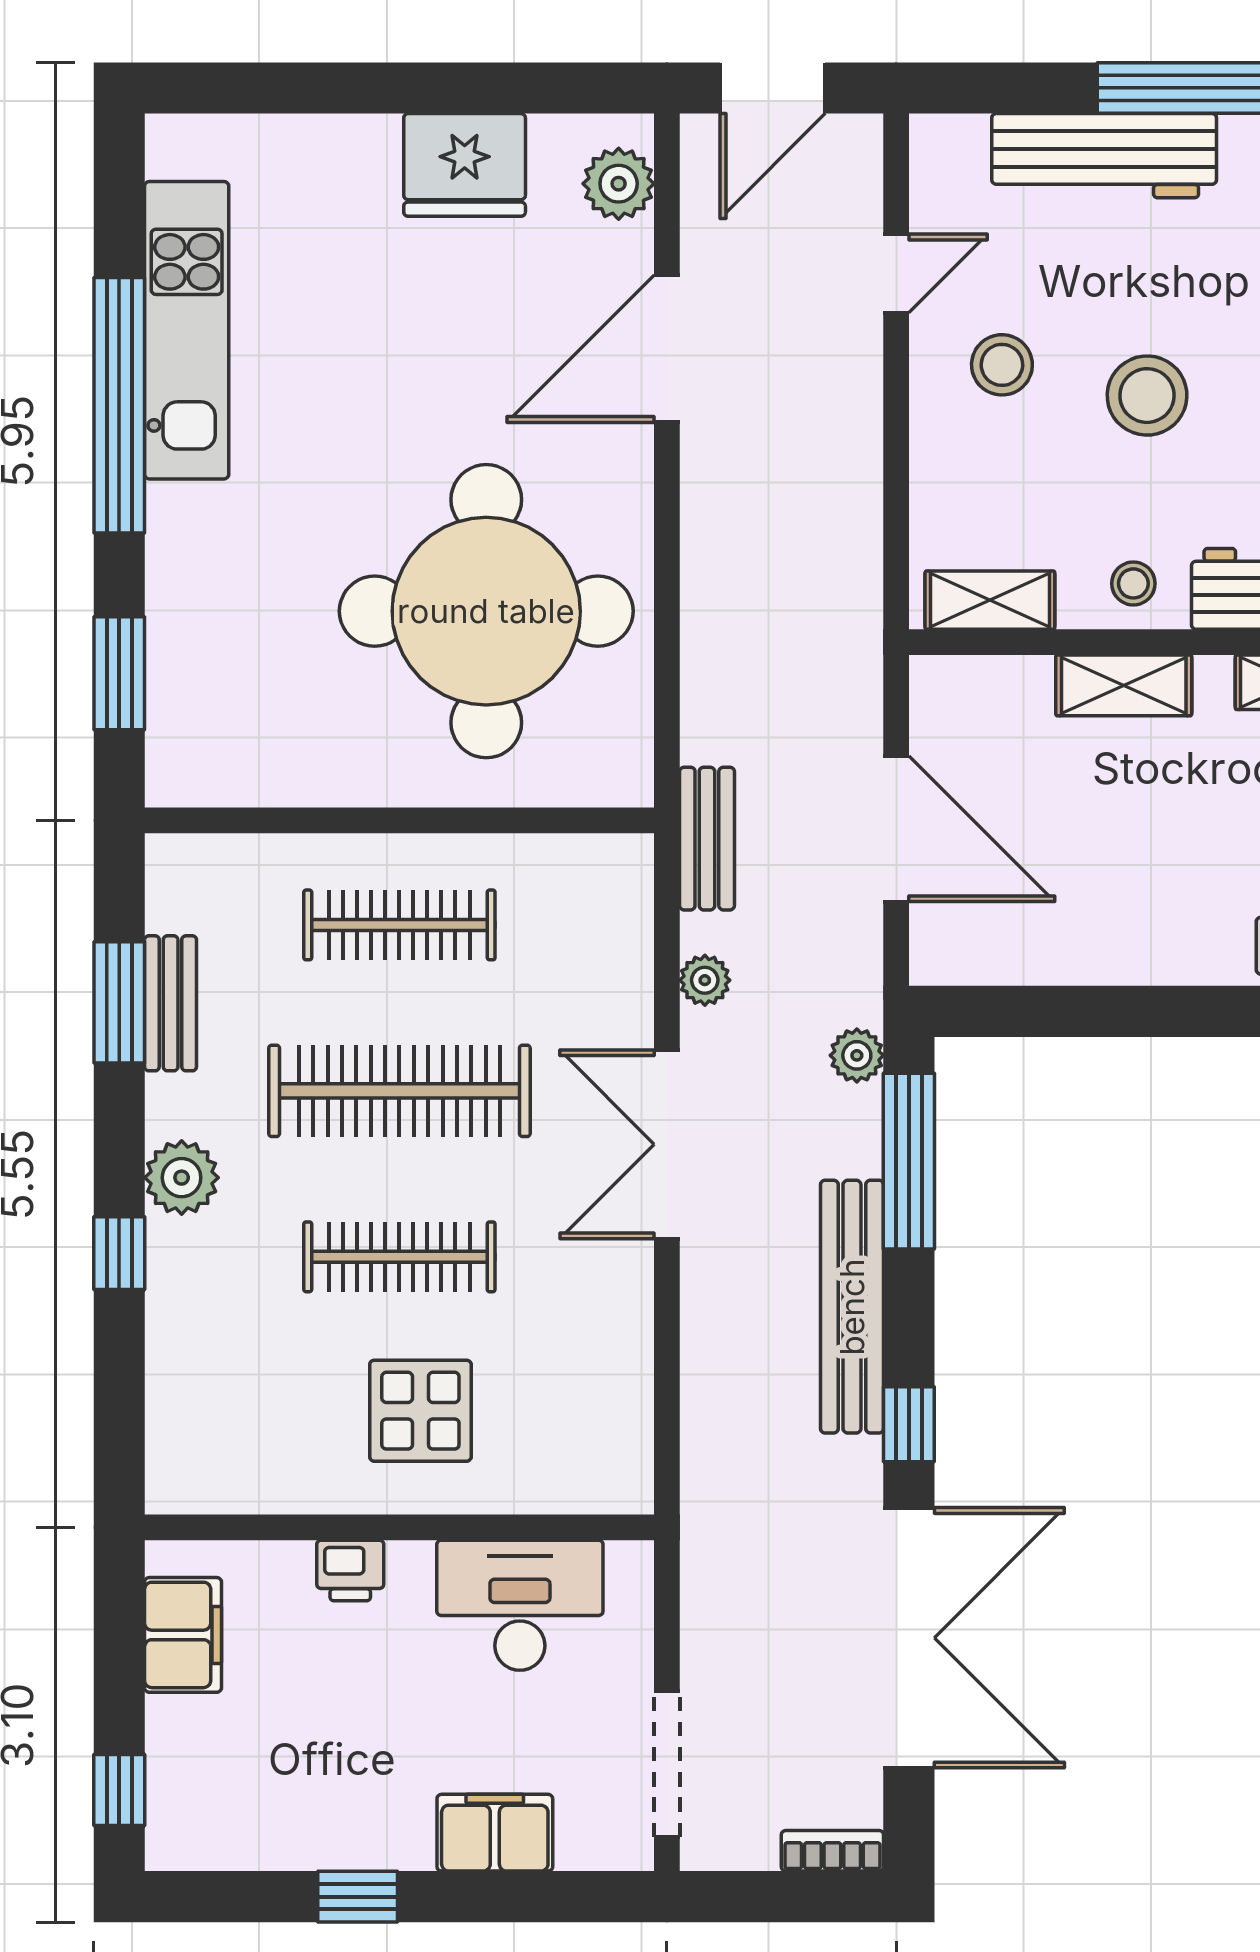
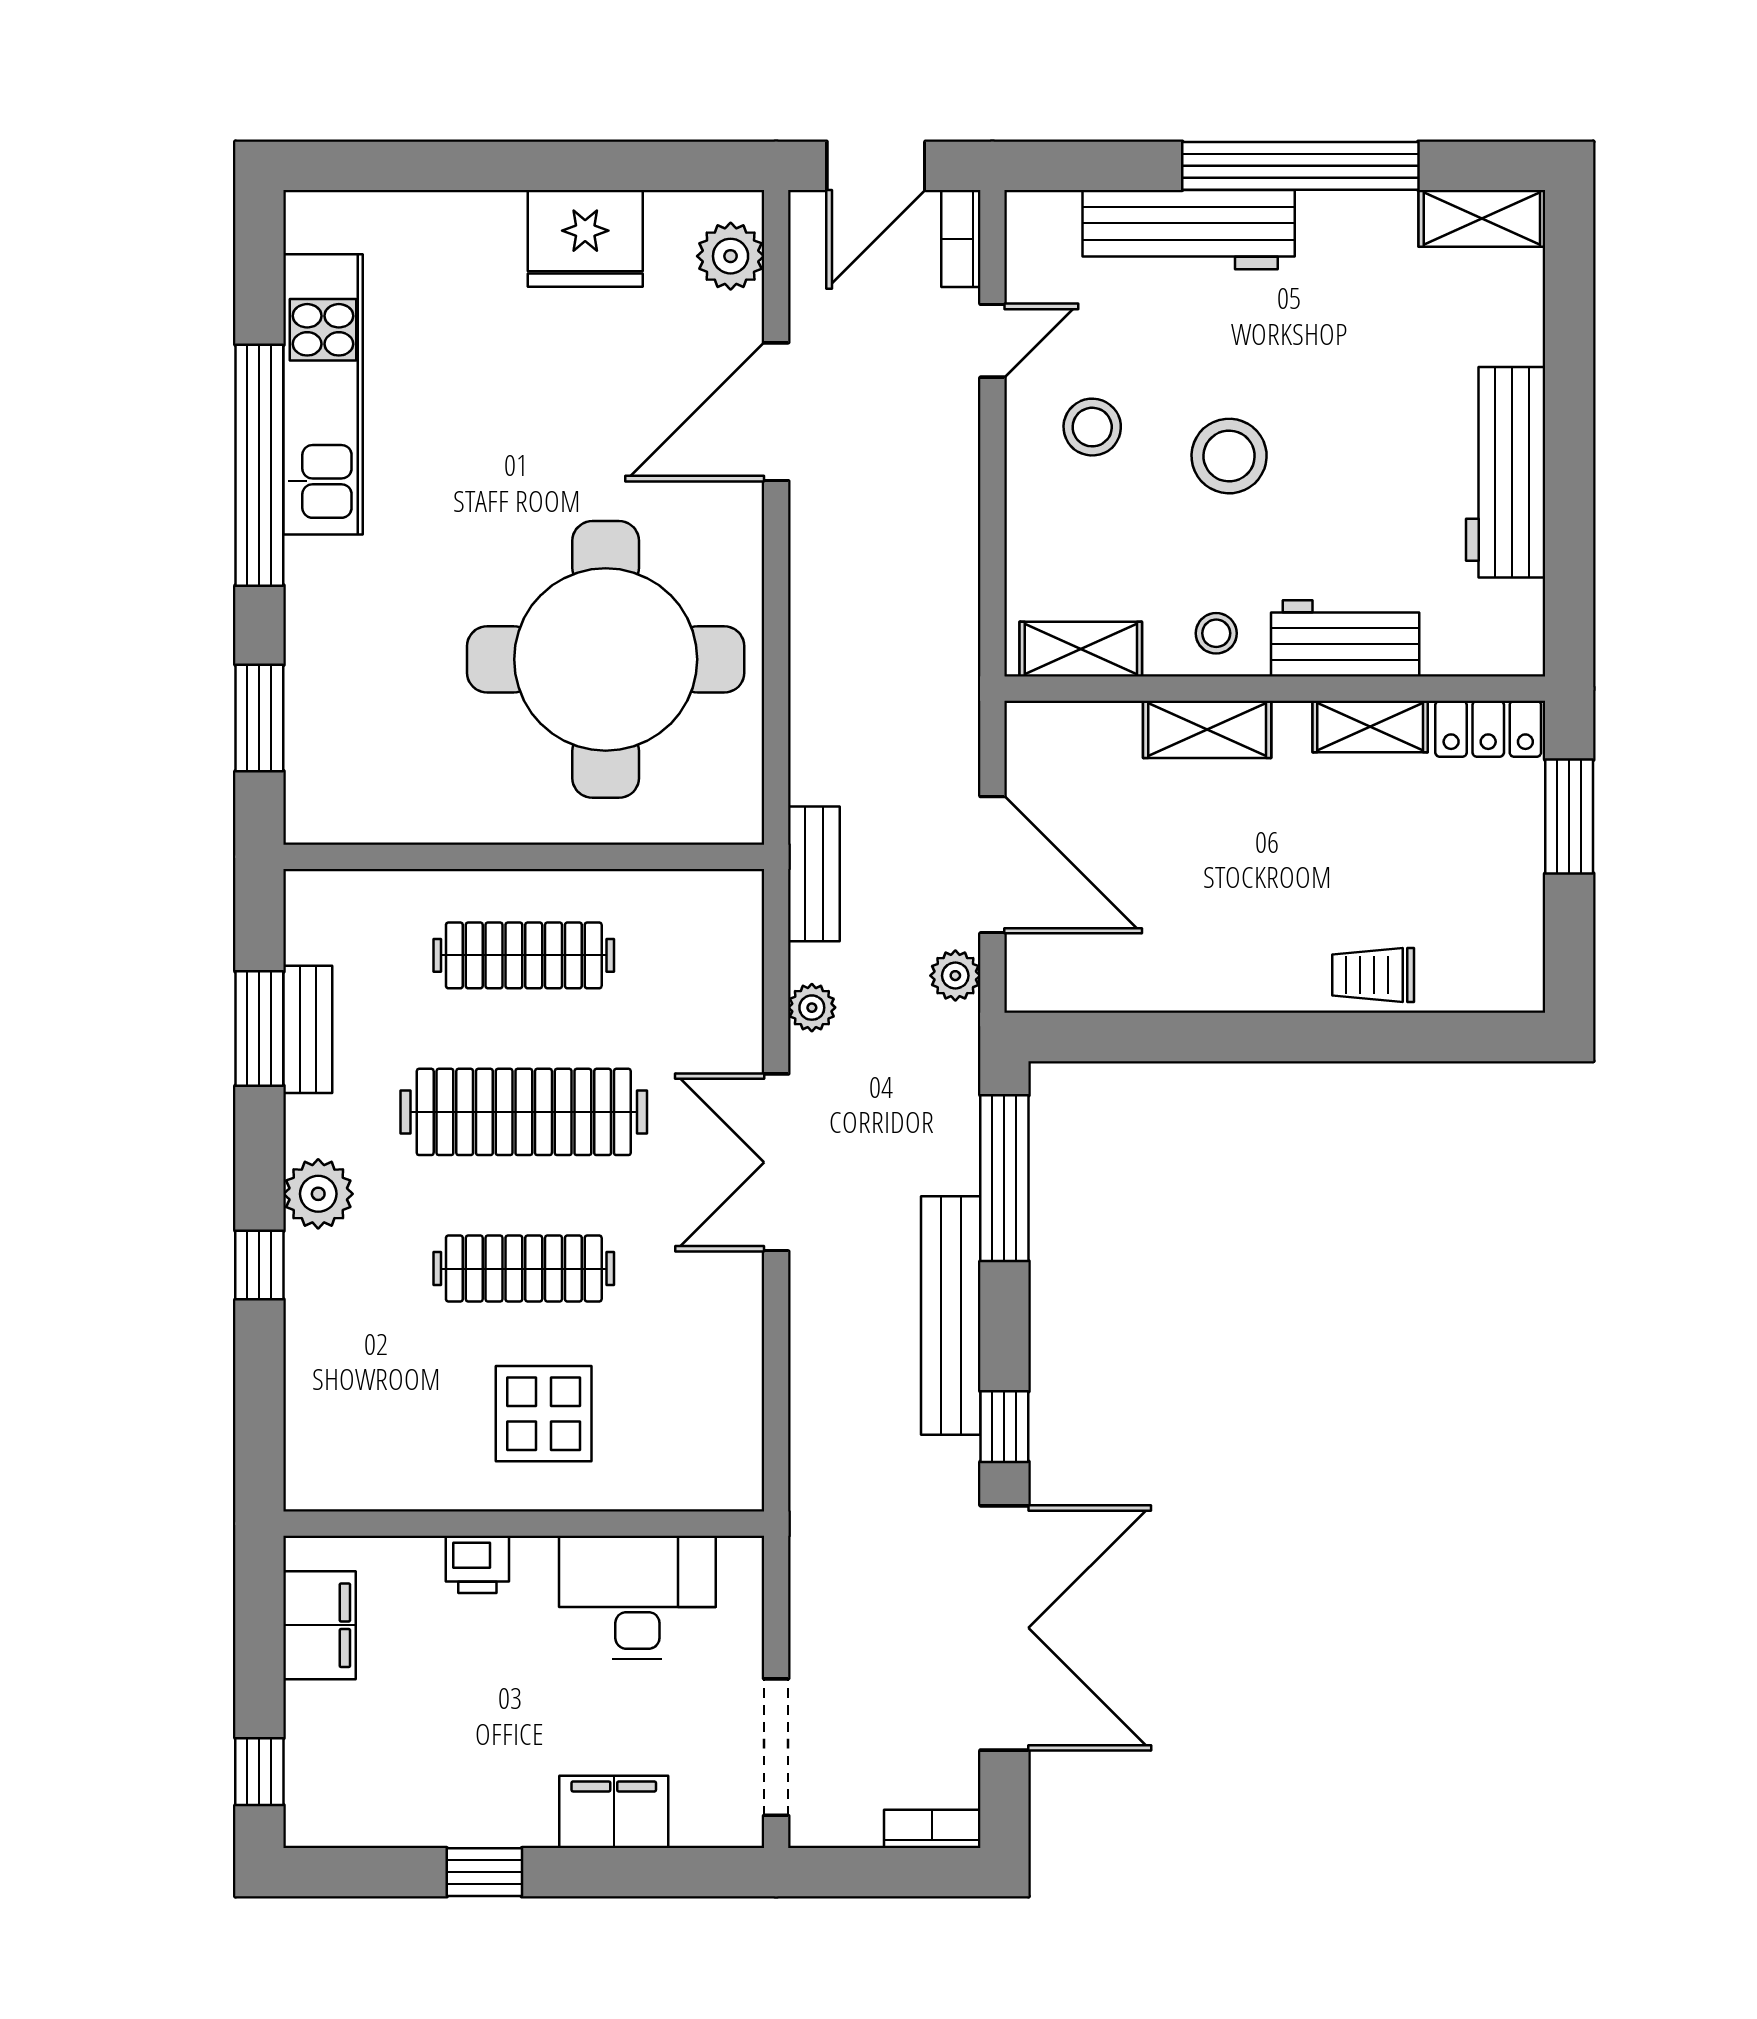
bookcase: (863, 165) -> (961, 239), added
plant: (857, 1055) -> (955, 976), moved

